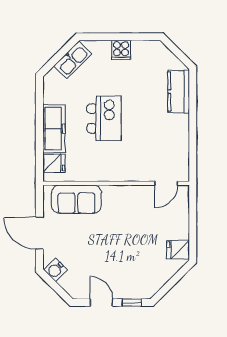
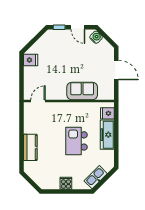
kitchen counter: (179, 92) -> (30, 147), moved
sofa: (76, 199) -> (82, 91), moved
water cooler: (55, 270) -> (96, 37), moved

